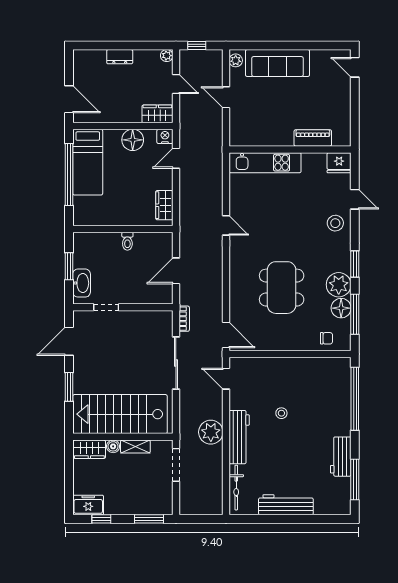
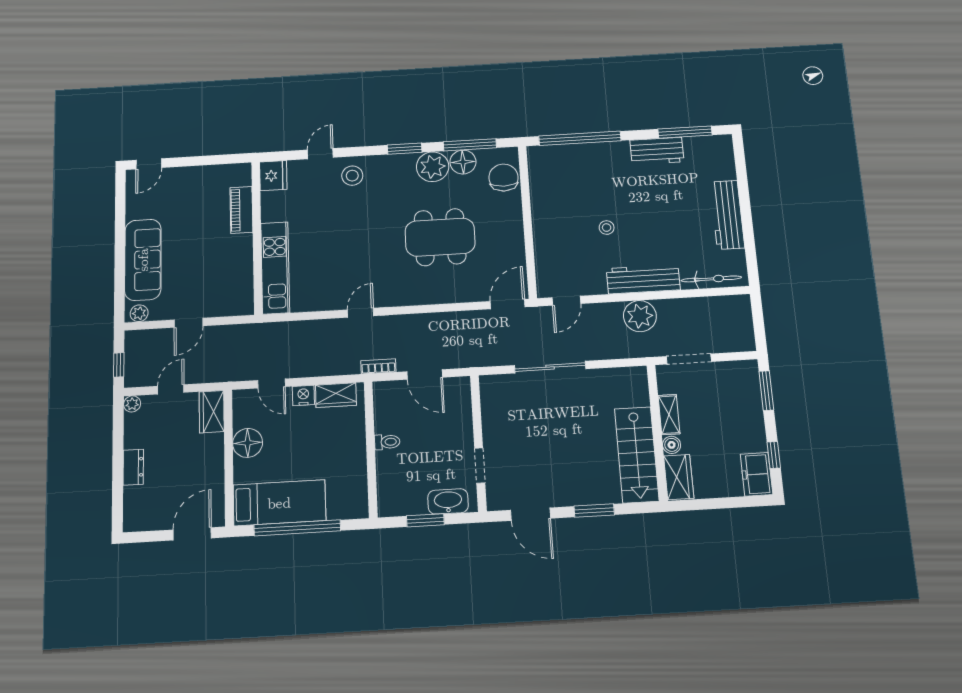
nightstand: (165, 136) -> (303, 395), moved, turned 90
bookcase: (184, 319) -> (378, 366), moved
chair: (327, 338) -> (504, 177), width x1.87, depth x1.87
stairs: (120, 414) -> (637, 455), width x0.73, depth x0.66

